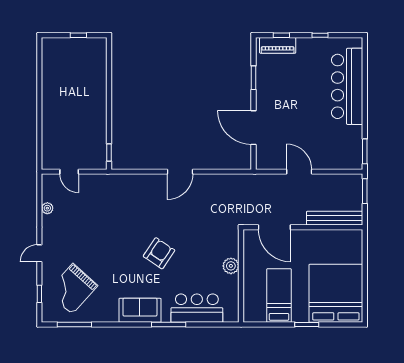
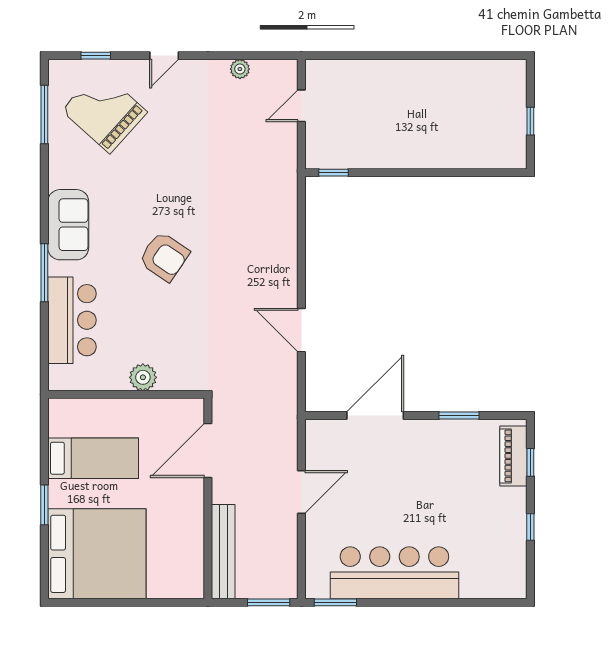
bar counter: (347, 86) -> (394, 573), moved
door: (180, 172) -> (301, 330), moved
door: (39, 253) -> (164, 56), swing flipped

